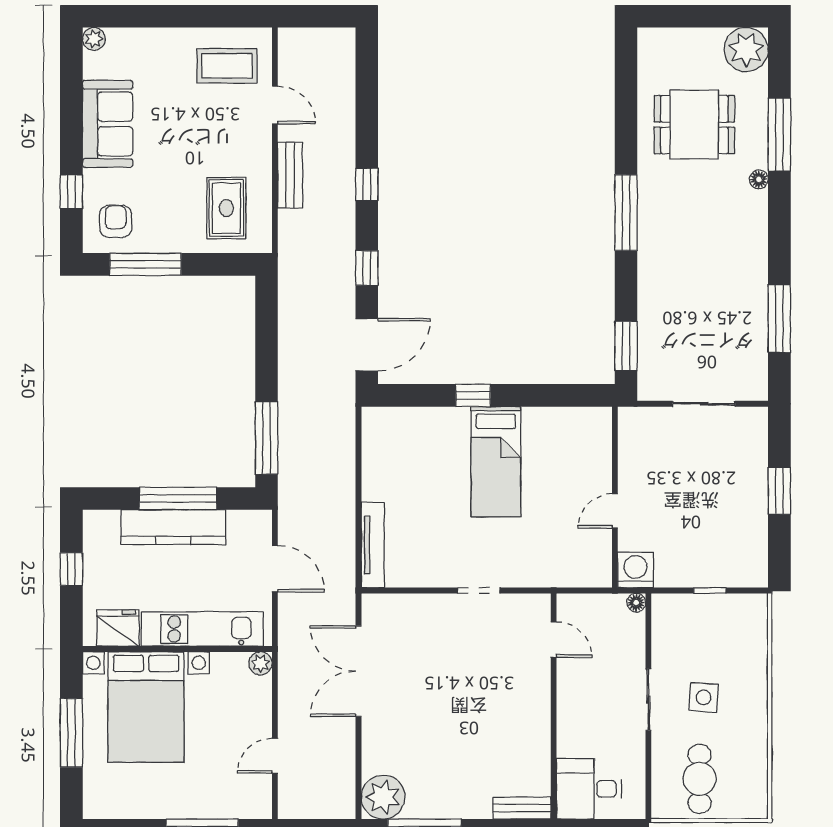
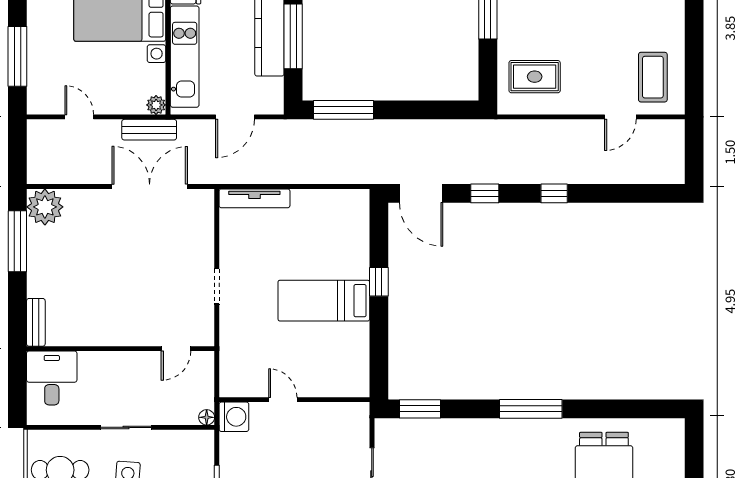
bench: (290, 175) -> (149, 130), moved

